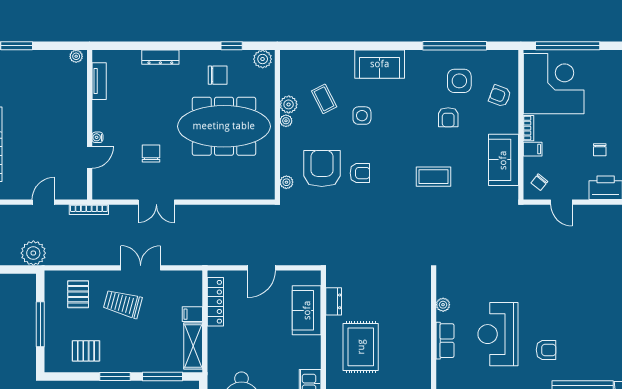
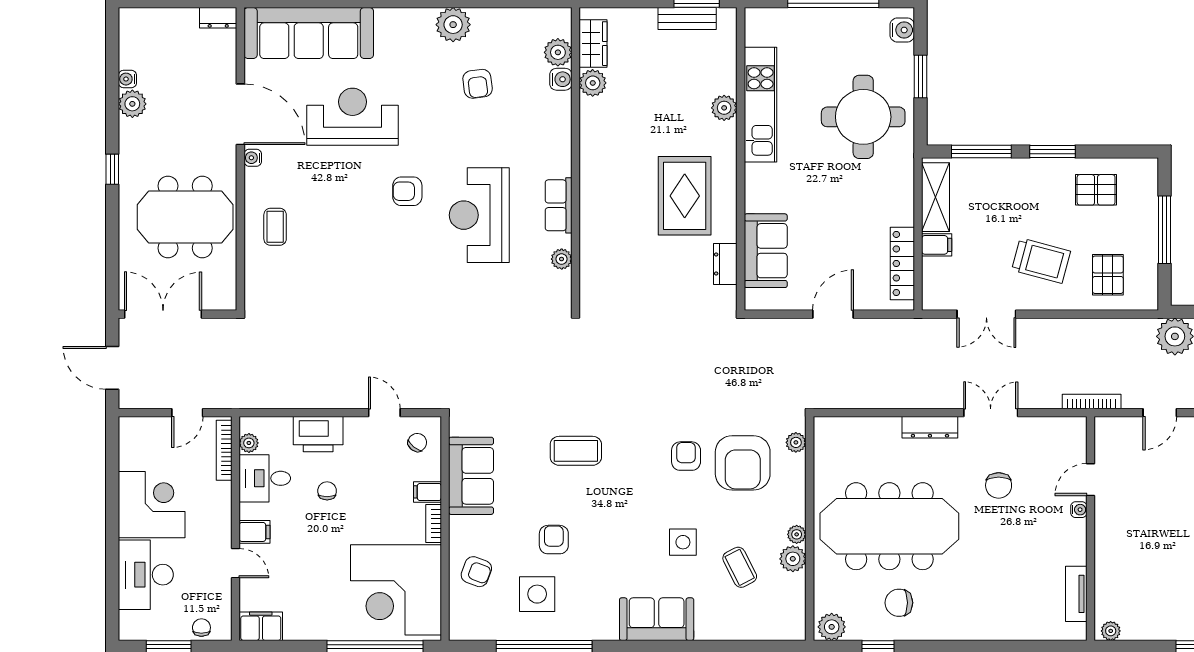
dresser: (160, 57) -> (930, 427), moved, turned 180
armchair: (360, 173) -> (686, 456), turned 90
double door: (141, 268) -> (986, 314), moved
reception desk: (498, 334) -> (479, 215), turned 180

